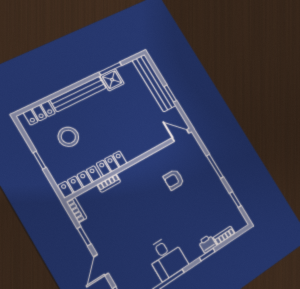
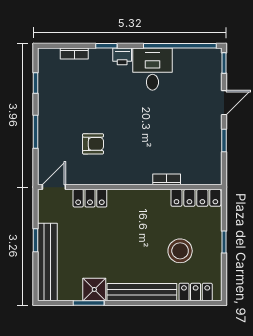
door: (181, 135) -> (54, 187), swing flipped
locker: (112, 163) -> (90, 198), moved
bookcase: (77, 210) -> (216, 171), removed
printer: (207, 244) -> (122, 56), moved

